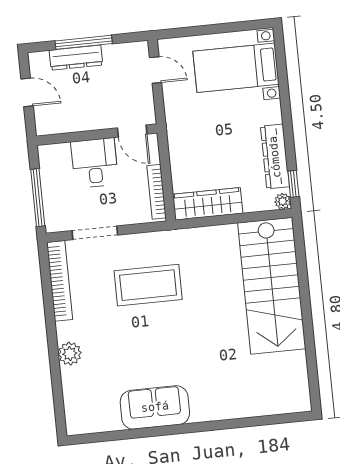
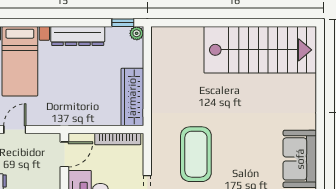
dresser: (275, 157) -> (78, 36), moved
stairs: (272, 286) -> (260, 50), moved

